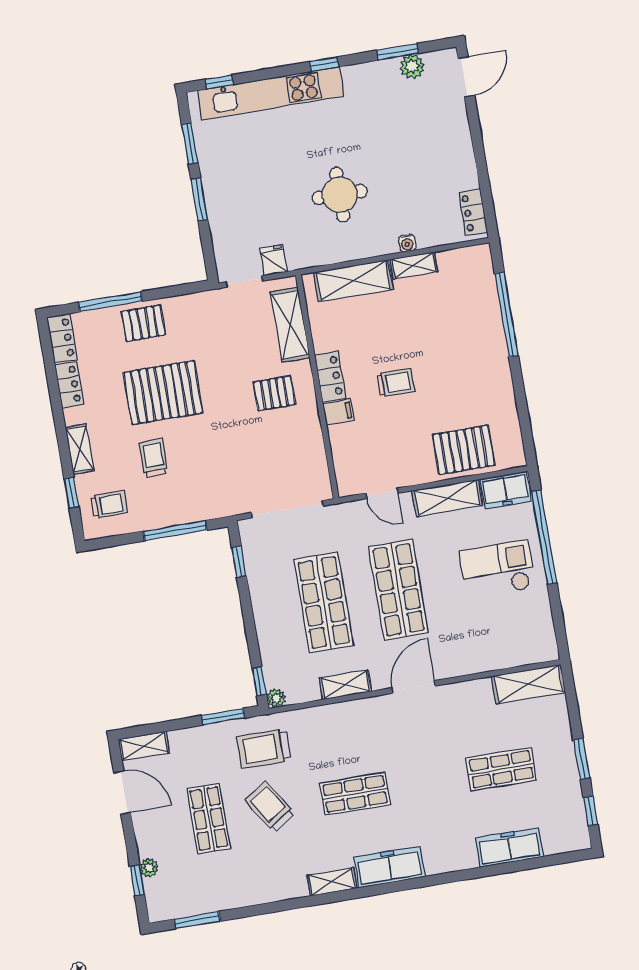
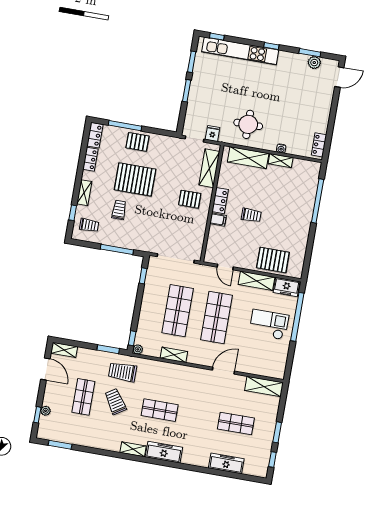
round table: (340, 195) -> (248, 124), moved
door: (413, 687) -> (223, 371), moved

